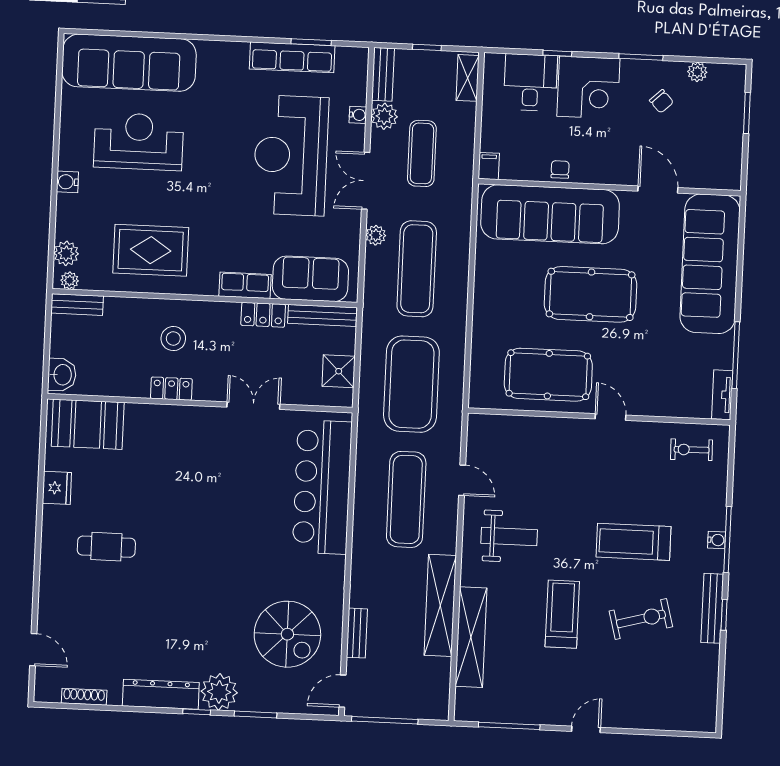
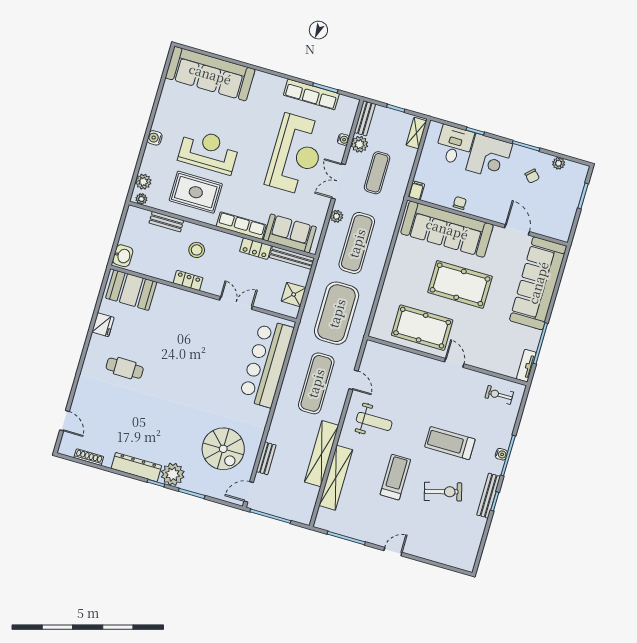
reception desk: (139, 142) -> (209, 151), moved
reception desk: (291, 155) -> (296, 155), turned 180
row of seats: (245, 285) -> (241, 226), width x1.48
bench: (77, 305) -> (166, 222), moved

